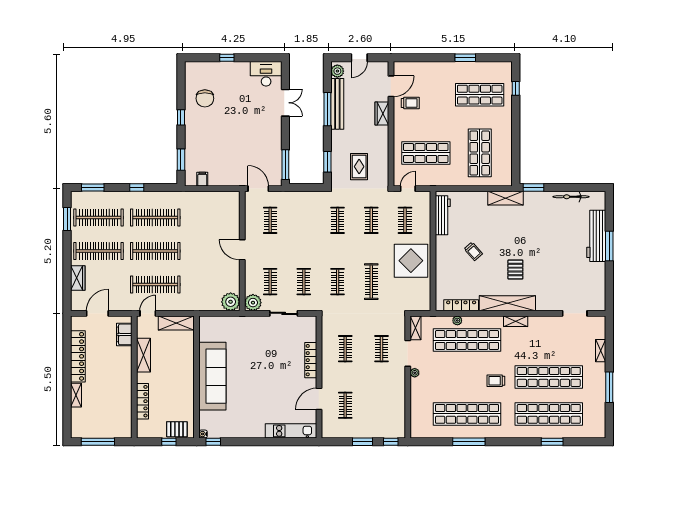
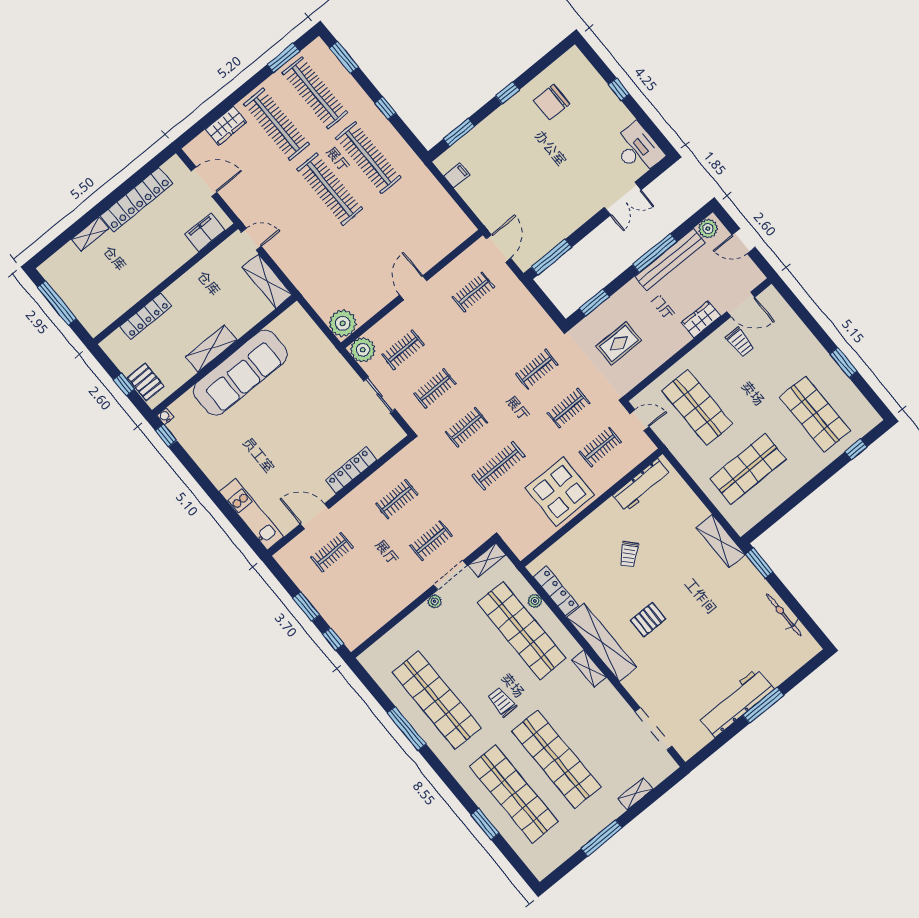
workbench: (596, 236) -> (736, 703), moved
clothes rail: (155, 284) -> (292, 221), removed
doorway: (575, 313) -> (654, 729), width x1.36
shelving: (143, 355) -> (211, 348), moved

